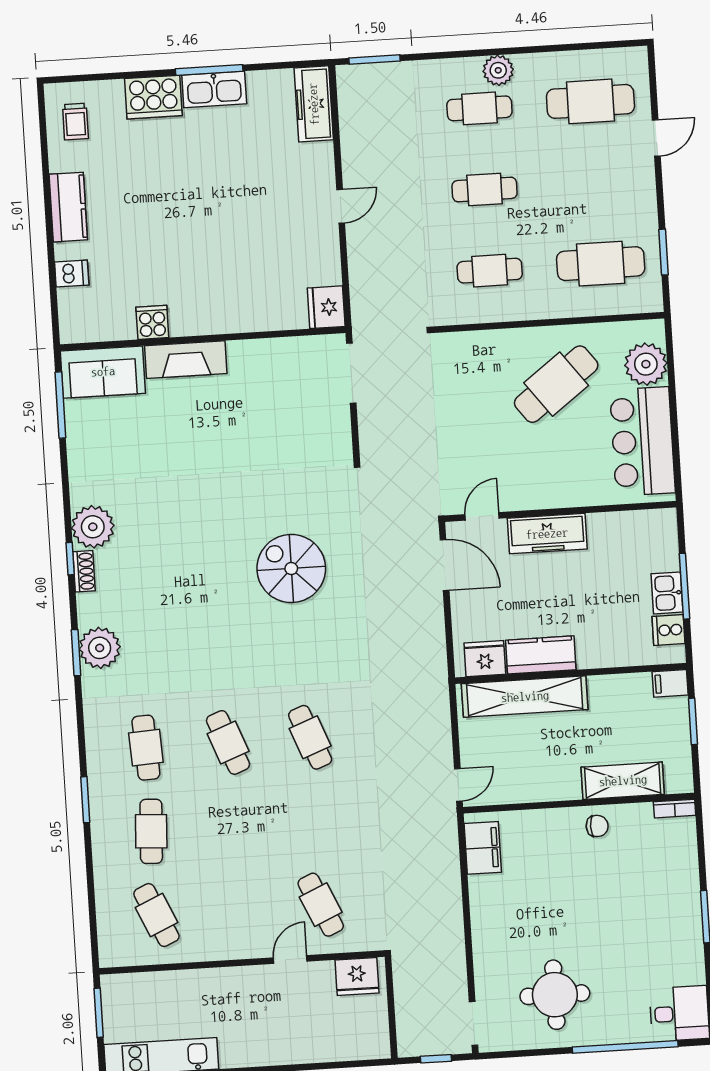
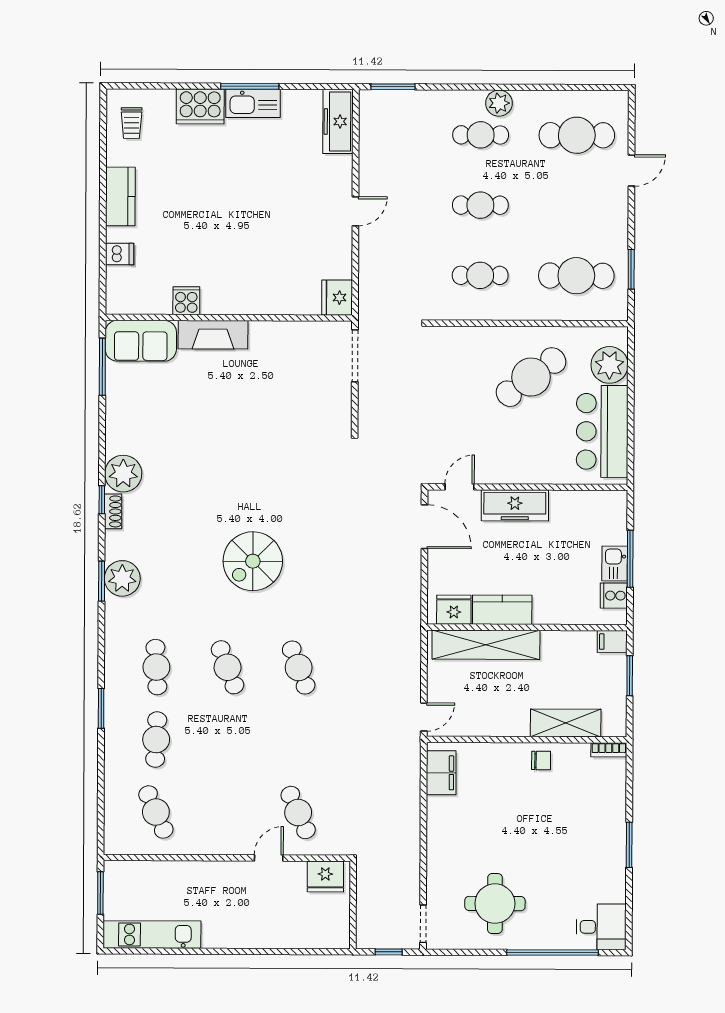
spiral stairs: (291, 569) -> (253, 561), moved, turned -90

